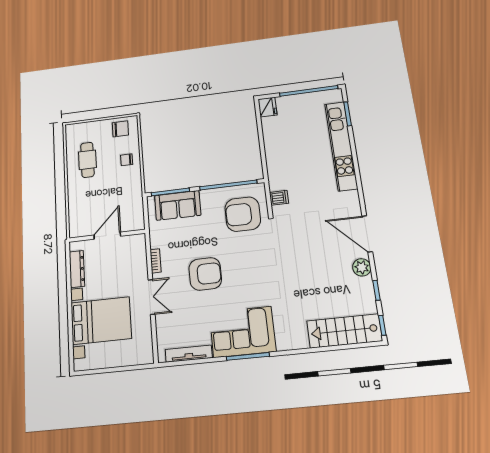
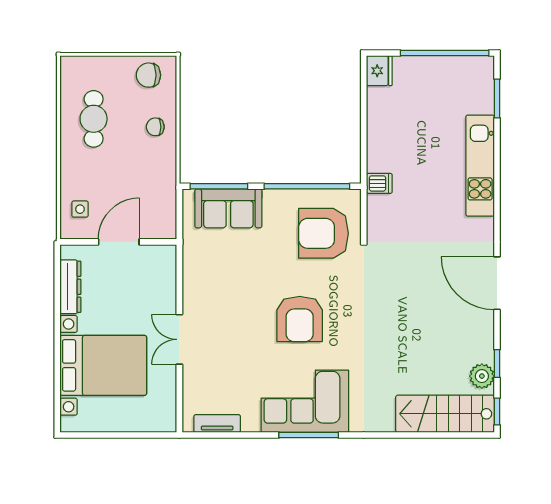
chair: (120, 129) -> (148, 75), turned 180
kitchen unit: (341, 146) -> (480, 166), width x0.73
dishwasher: (279, 198) -> (379, 183), moved
side table: (81, 217) -> (80, 209), added
bookcase: (156, 261) -> (189, 288), removed
plant: (362, 267) -> (482, 376), moved
armchair: (205, 274) -> (300, 319), moved, turned 90
double door: (152, 297) -> (179, 339), swing flipped
tv unit: (189, 354) -> (217, 424), width x0.71

